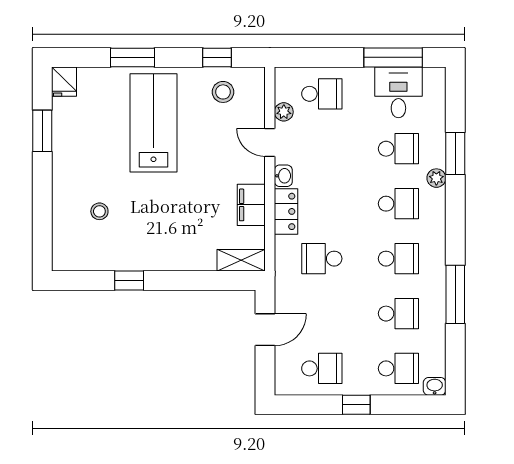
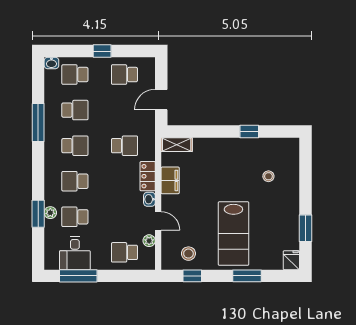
plant: (436, 178) -> (50, 213), moved
school desk: (398, 259) -> (75, 146), turned 180
school desk: (398, 314) -> (75, 110), turned 180

